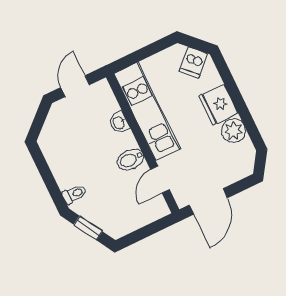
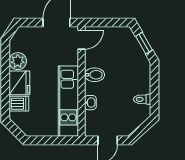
dishwasher: (193, 63) -> (19, 104), moved, turned 45
door: (160, 179) -> (81, 40), moved
toilet: (75, 194) -> (142, 99), moved

